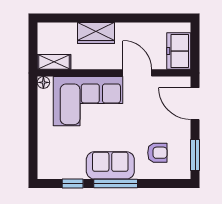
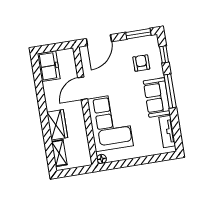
freezer: (179, 51) -> (49, 66), moved, turned -90
shelving: (54, 62) -> (59, 153), moved
tv unit: (65, 172) -> (167, 131), added
window: (73, 184) -> (164, 54), moved

